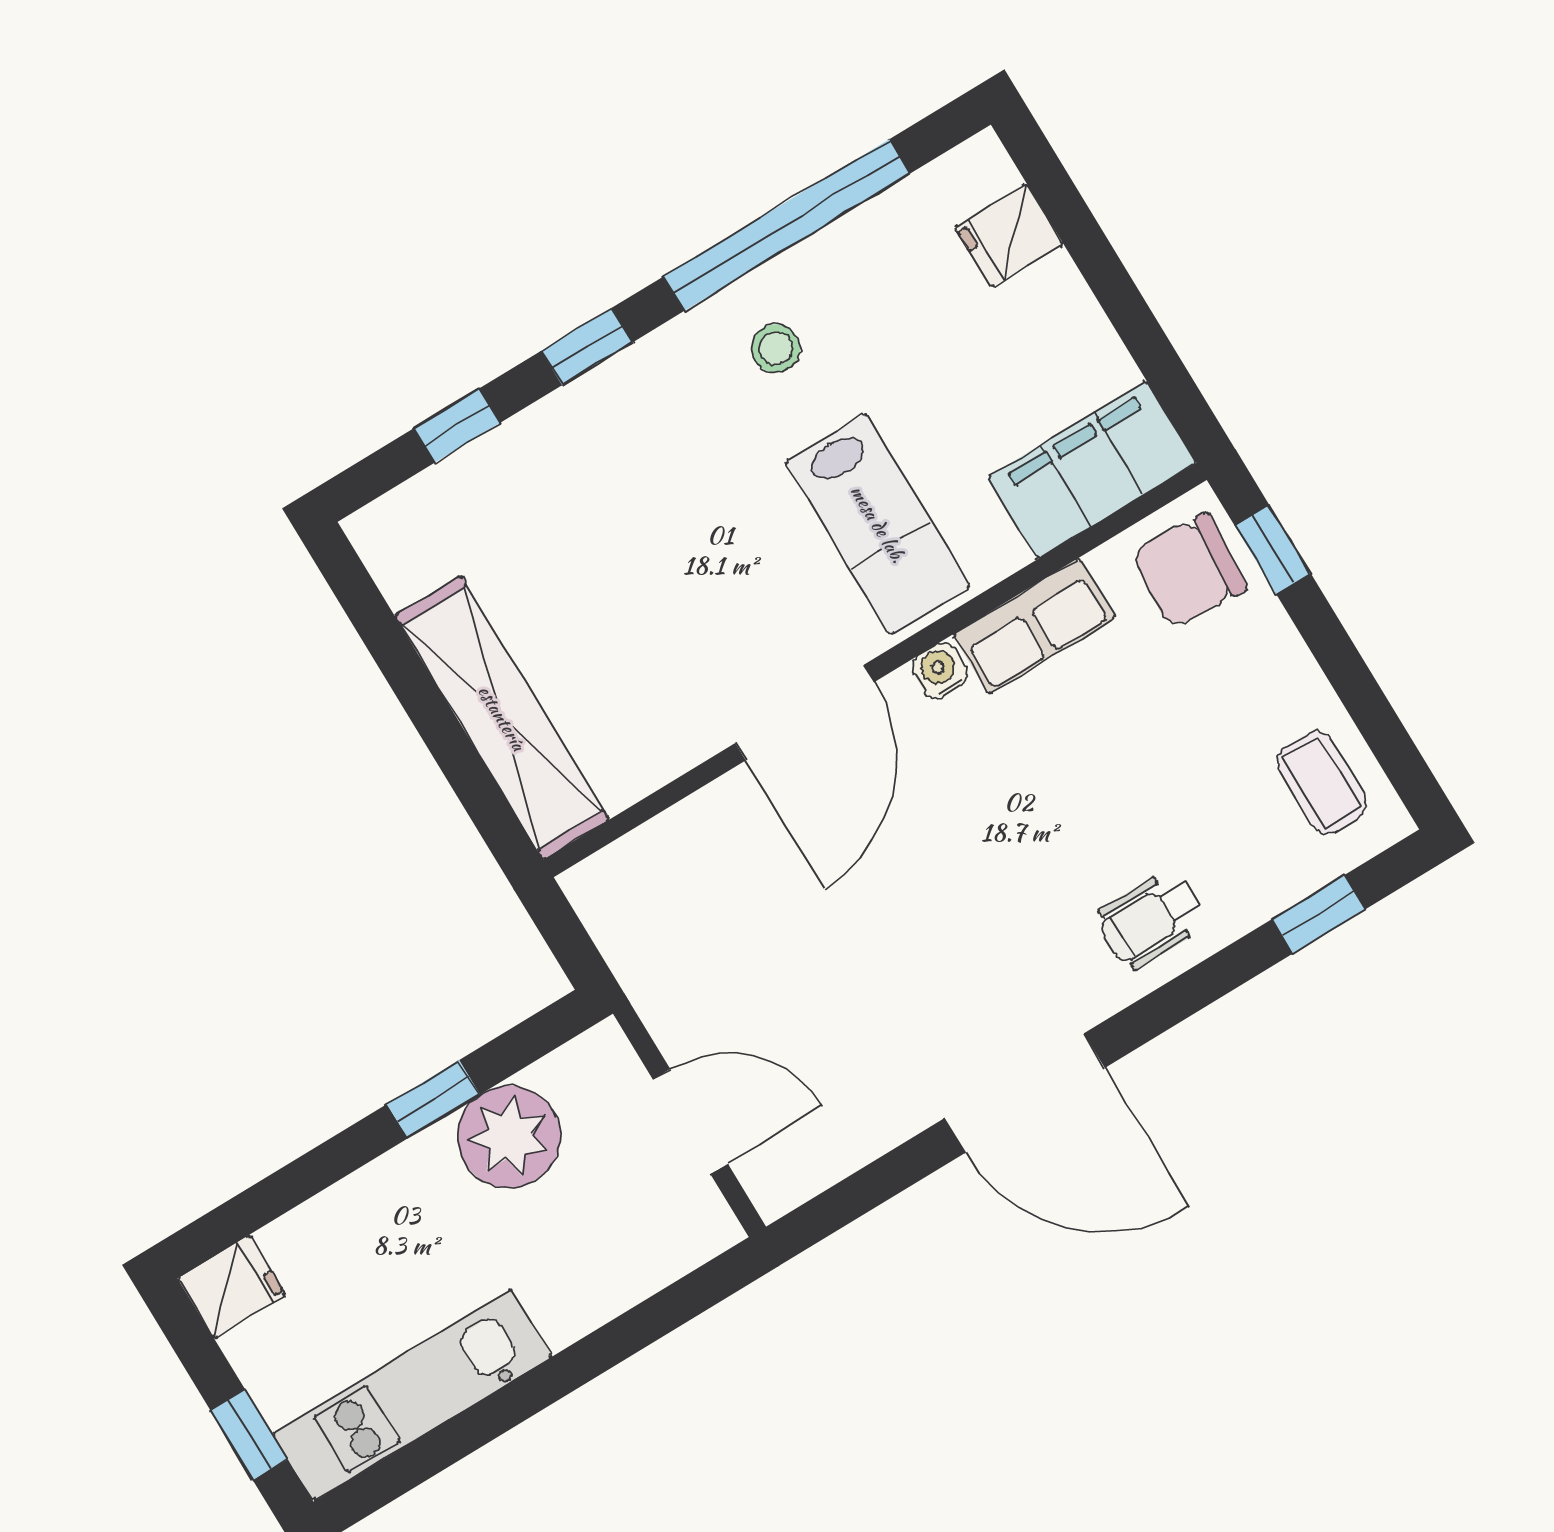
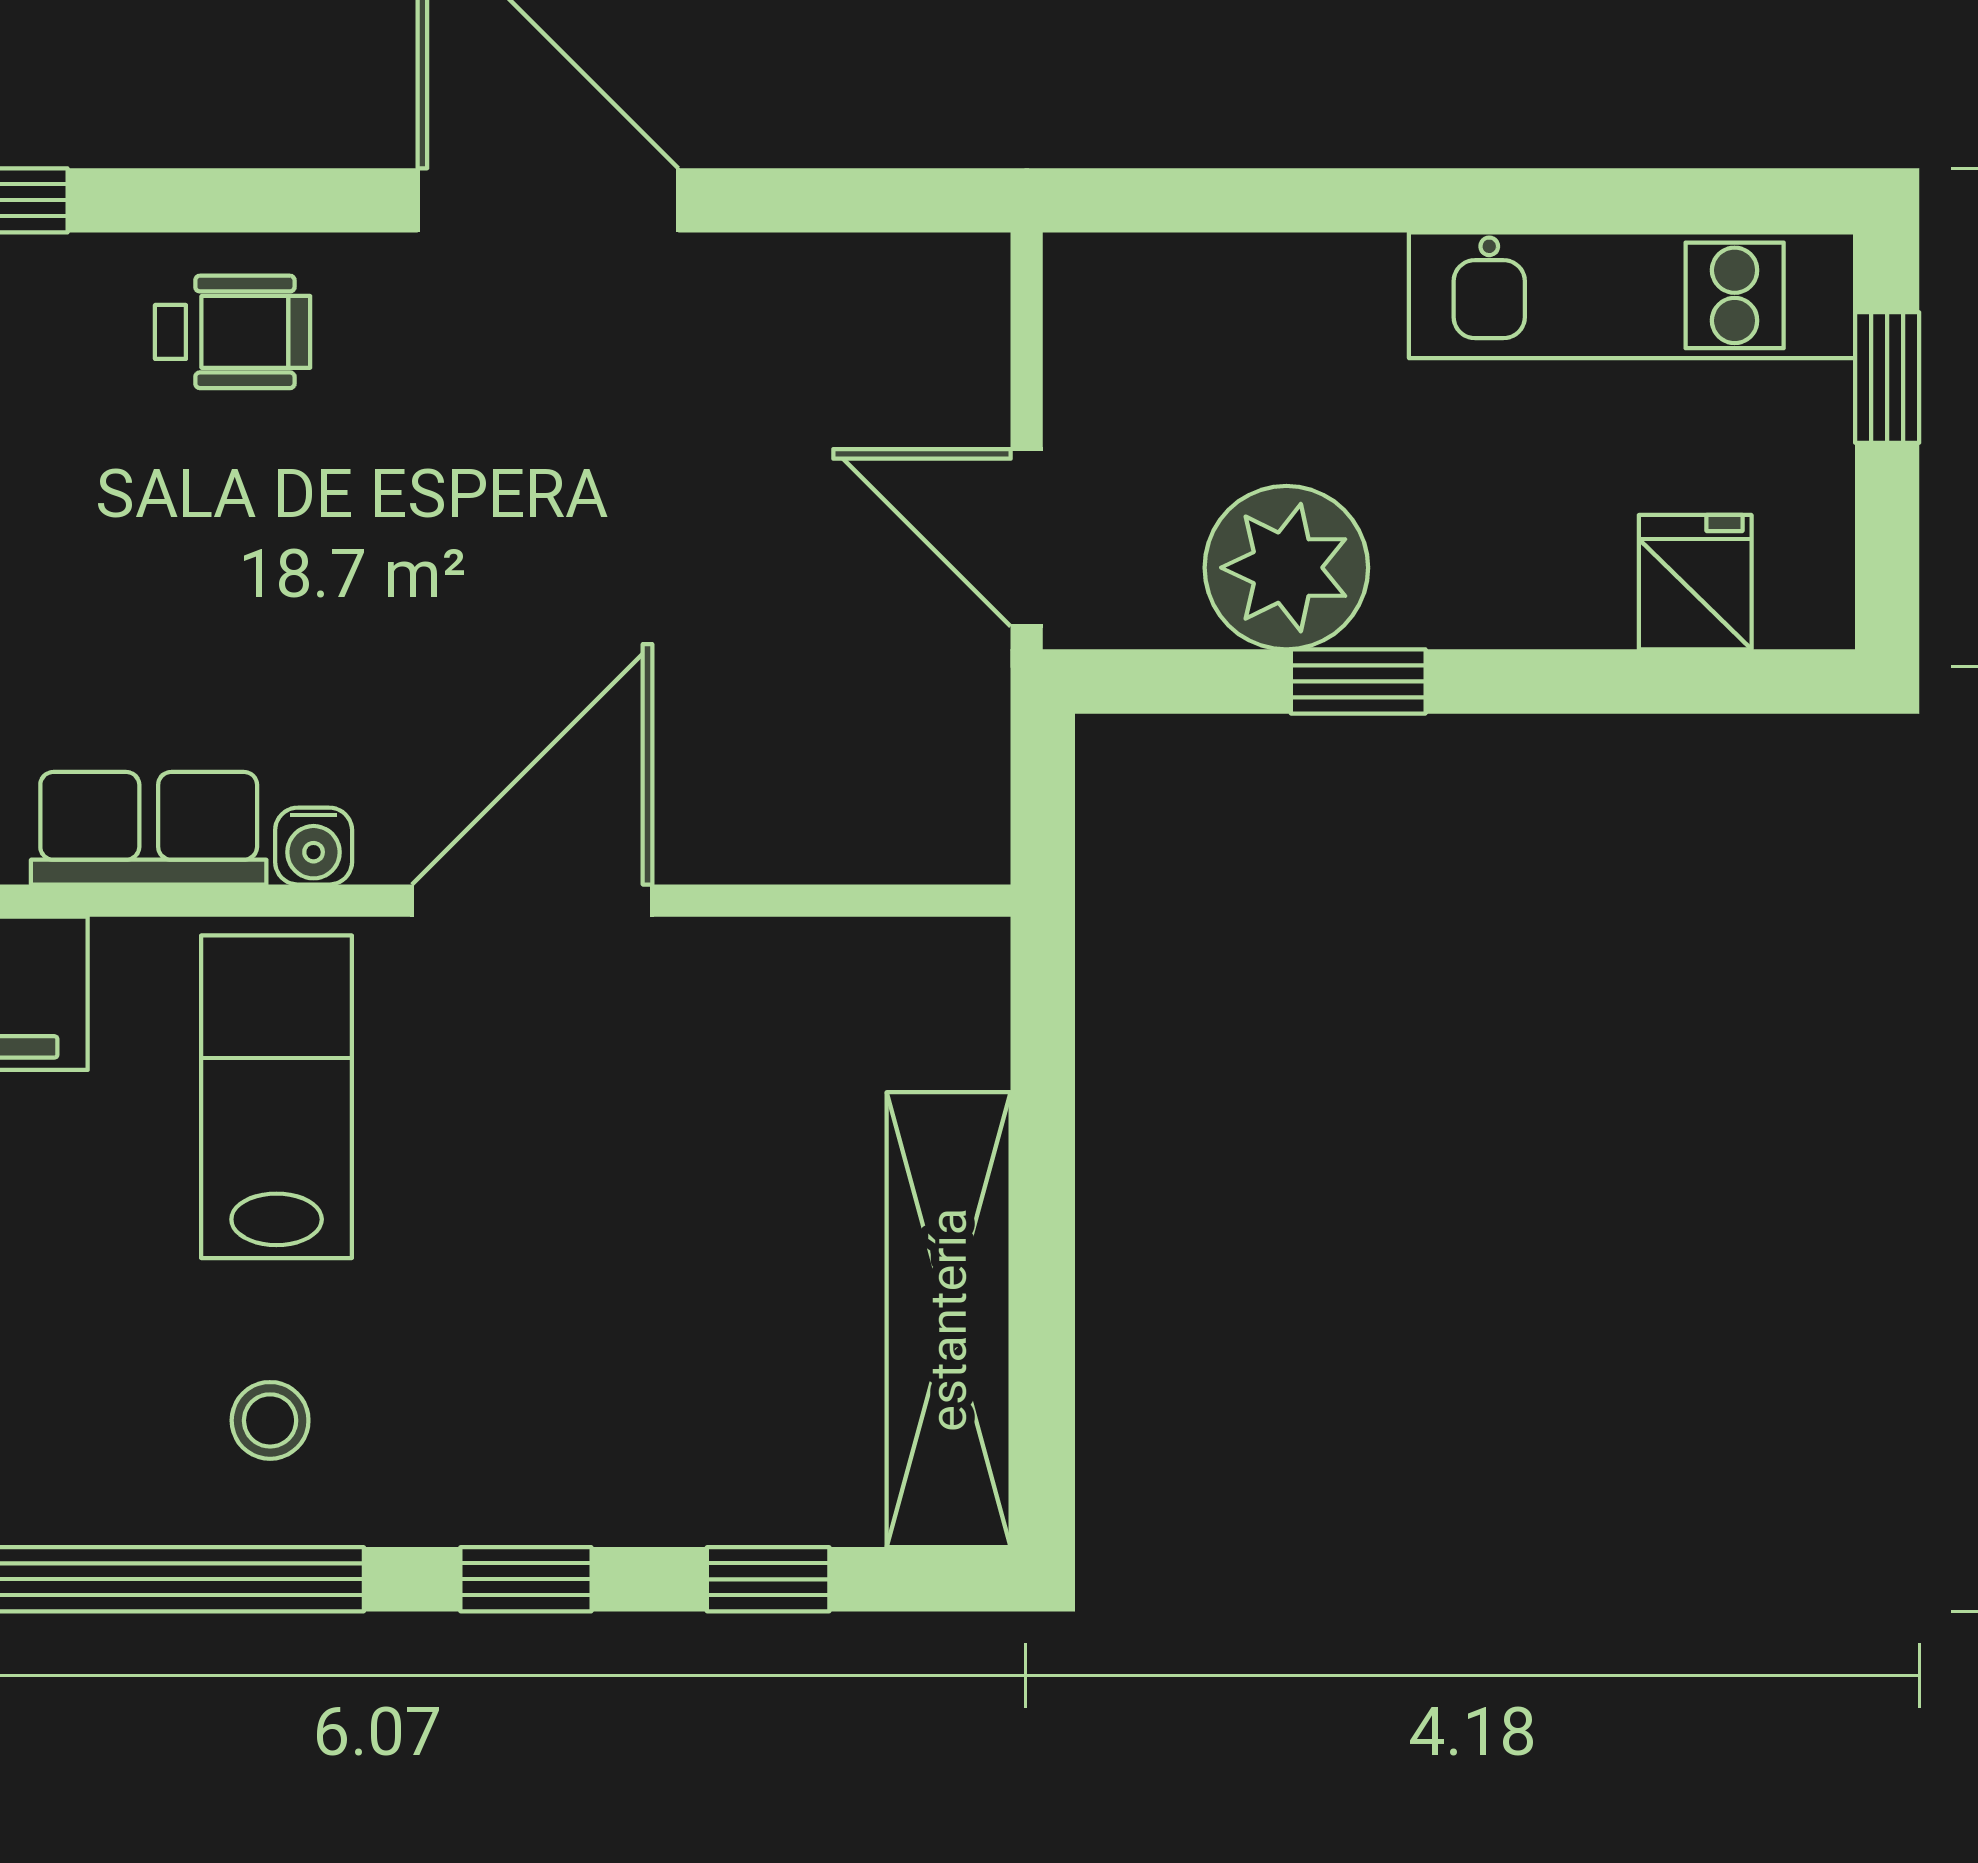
shelving: (502, 718) -> (949, 1320), moved
door: (690, 1122) -> (1027, 538), moved
fridge: (232, 1287) -> (1695, 582), moved, turned 90

